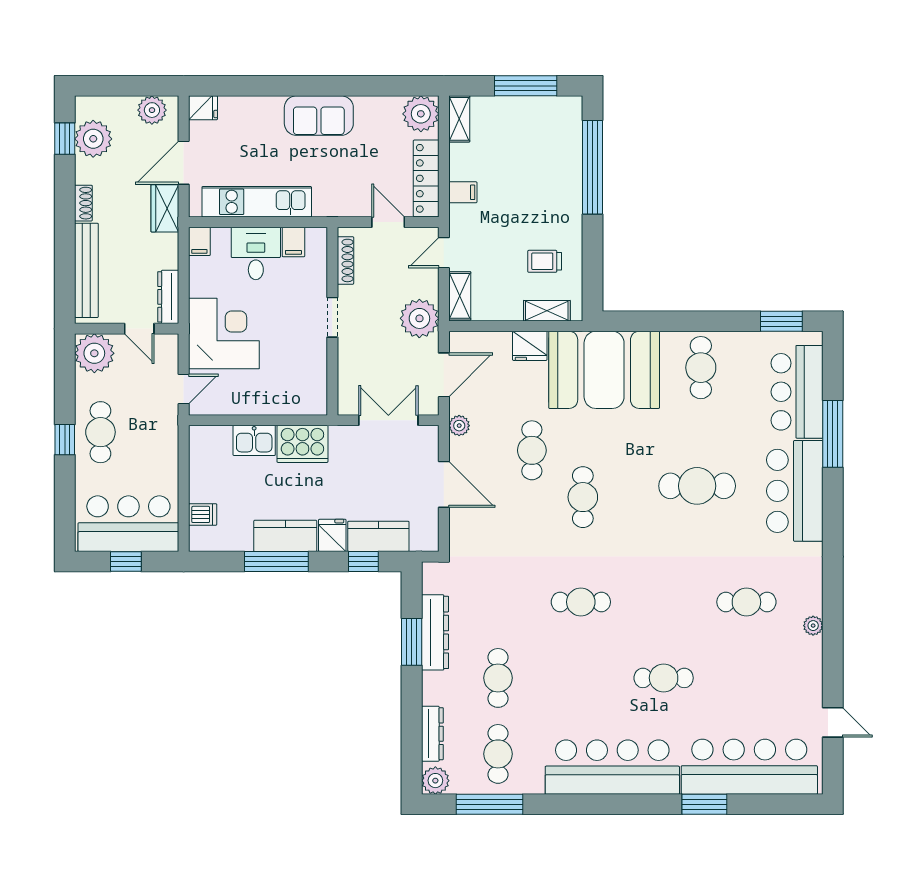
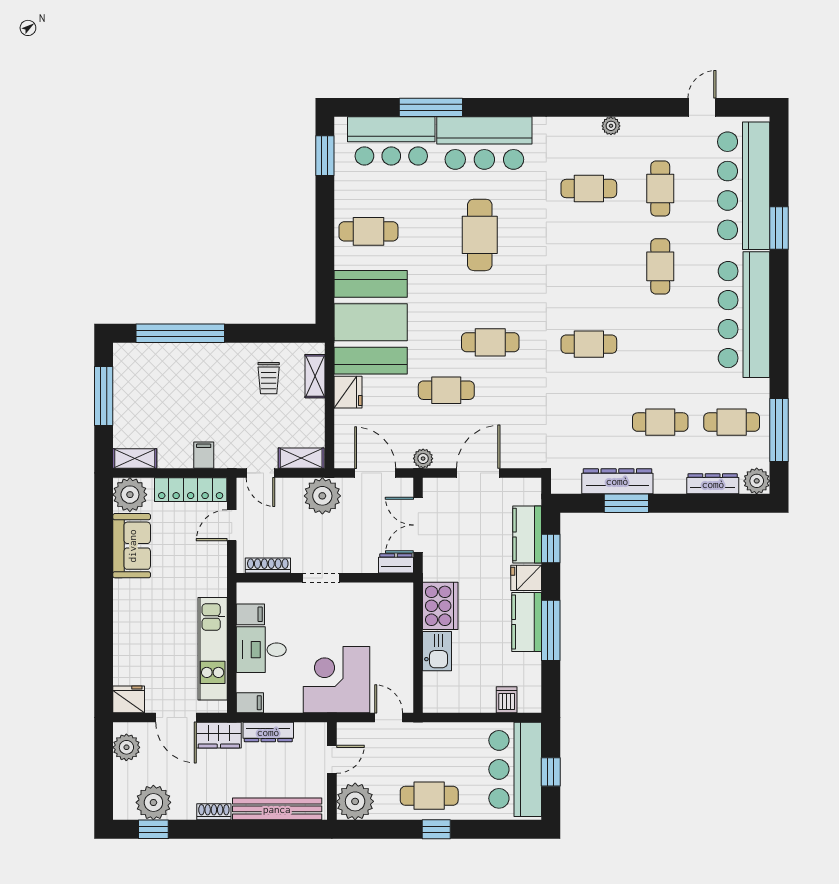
fridge: (203, 108) -> (129, 699), width x1.38
sofa: (319, 116) -> (132, 546), moved
dresser: (168, 297) -> (268, 732), moved
dresser: (348, 397) -> (396, 563), added
cafe table: (581, 602) -> (589, 344), turned 90
cafe table: (746, 602) -> (589, 189), turned 90
cafe table: (746, 678) -> (660, 189), added

